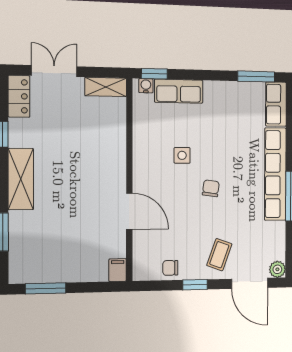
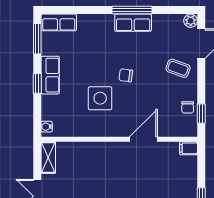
window: (154, 74) -> (37, 83), moved
row of seats: (179, 91) -> (50, 75), moved
side table: (182, 155) -> (100, 98), width x1.87, depth x1.87
row of seats: (275, 174) -> (133, 23), width x0.50
window: (195, 285) -> (201, 114), moved

